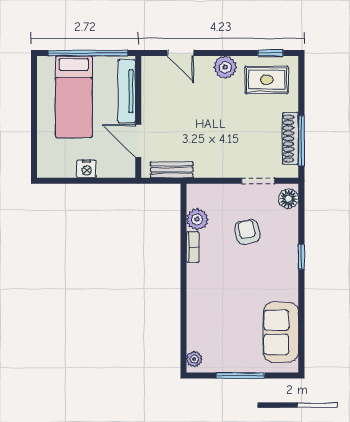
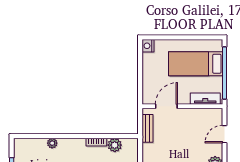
tv unit: (127, 91) -> (205, 99), width x0.71
nightstand: (87, 169) -> (148, 46), moved
plant: (194, 359) -> (52, 143), moved

